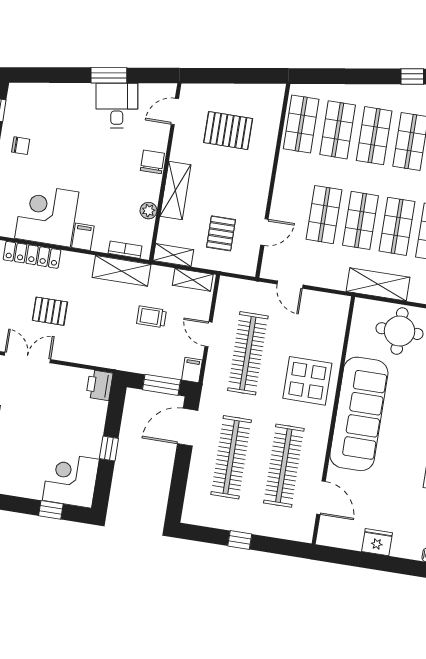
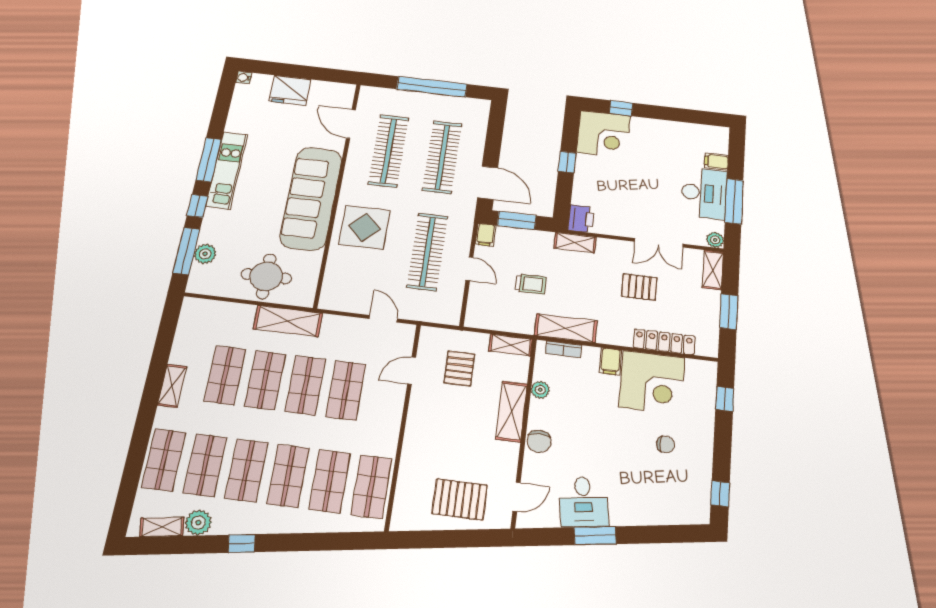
pallet: (228, 131) -> (460, 499), moved
chair: (21, 146) -> (665, 444), moved, turned 180
shelving: (193, 280) -> (575, 243), moved
door: (188, 427) -> (488, 183), hinge flipped
window: (240, 540) -> (432, 87), width x3.17
fridge: (377, 542) -> (290, 90), width x1.36, depth x1.34

